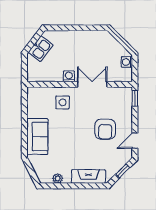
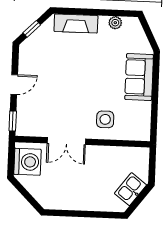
washing machine: (127, 62) -> (27, 162), width x1.89, depth x1.89
washing machine: (69, 76) -> (96, 152), removed
armchair: (105, 129) -> (52, 83), removed
door: (135, 141) -> (14, 85), moved

